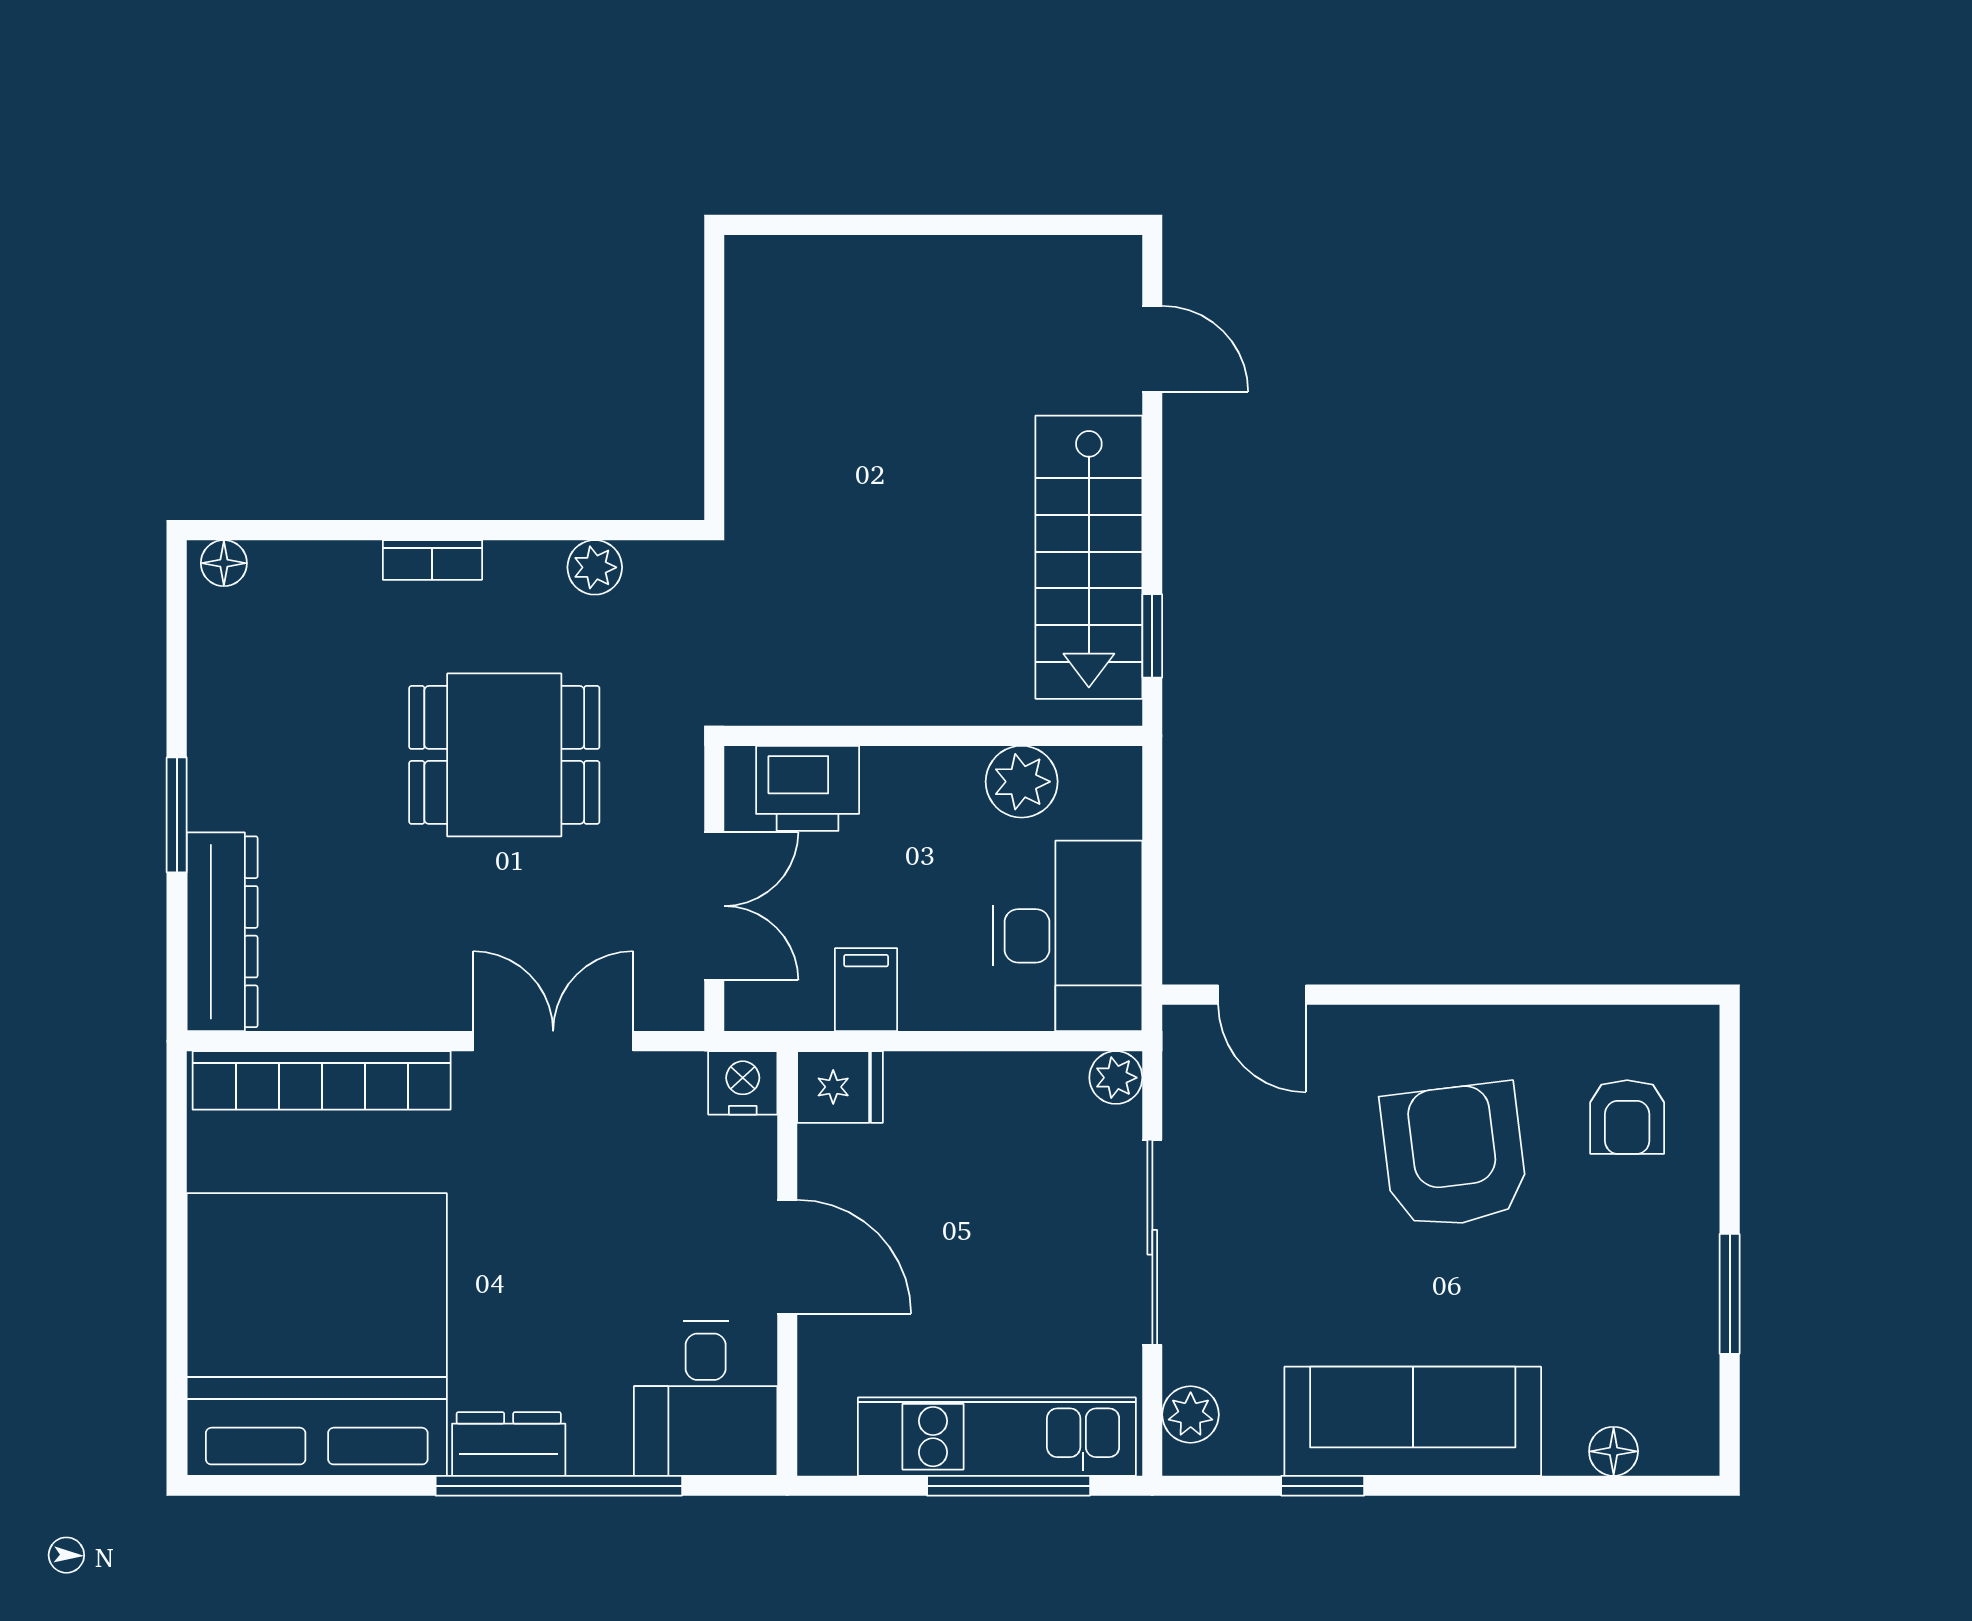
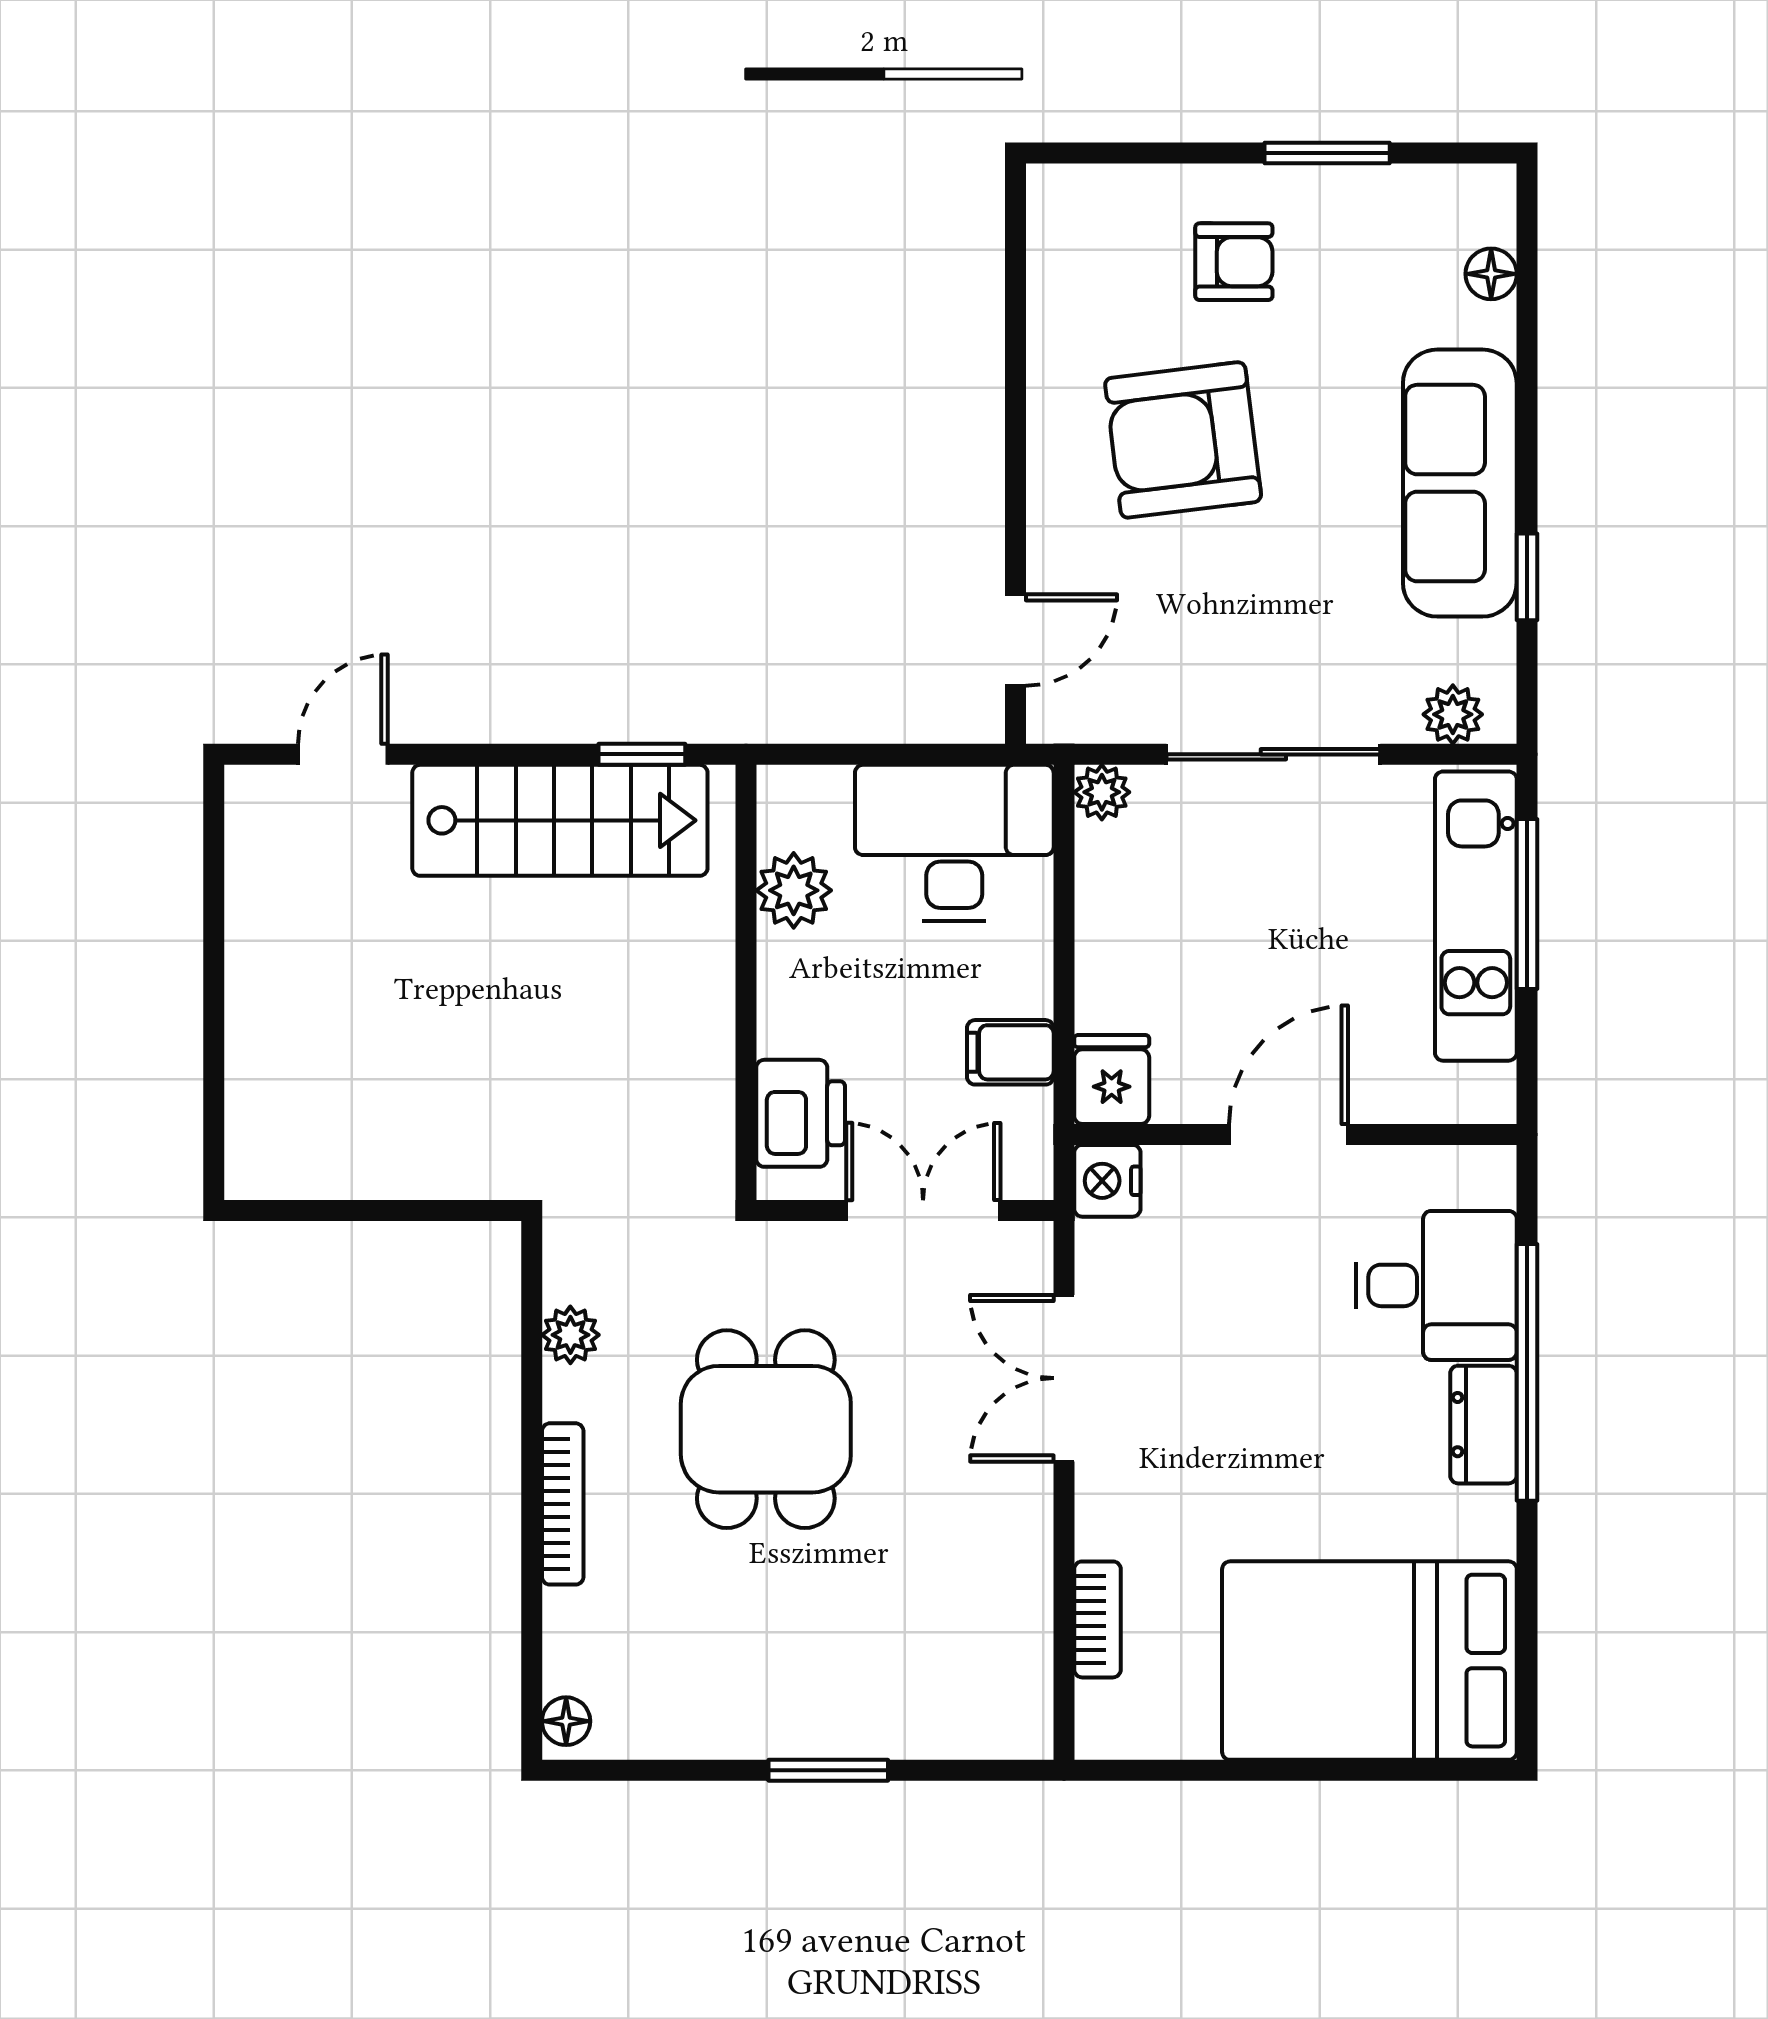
bookcase: (432, 560) -> (563, 1504), width x1.56
dresser: (222, 932) -> (950, 1723), removed
bookcase: (322, 1080) -> (1097, 1619), width x0.43, depth x0.76
armchair: (1627, 1117) -> (1234, 262), moved
bed: (317, 1334) -> (1369, 1661), width x0.73
desk: (706, 1399) -> (1436, 1285), moved

